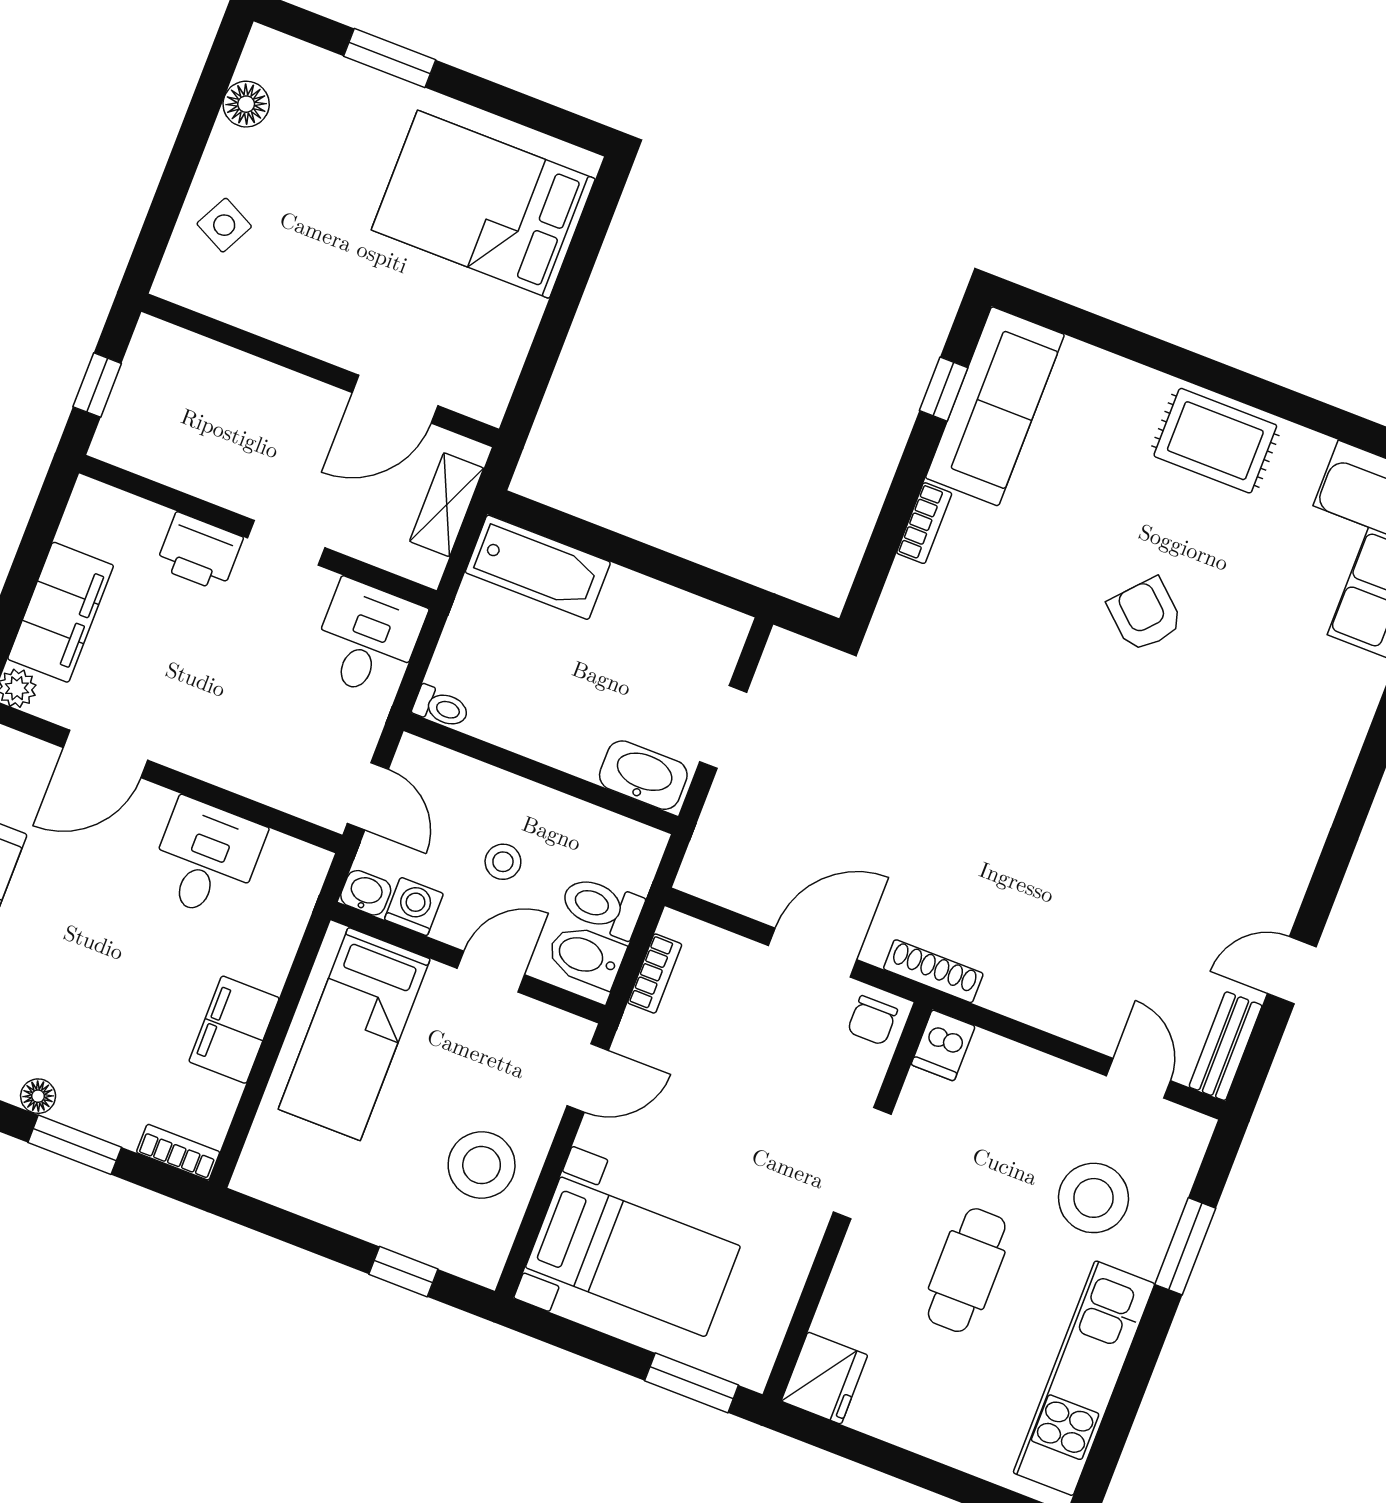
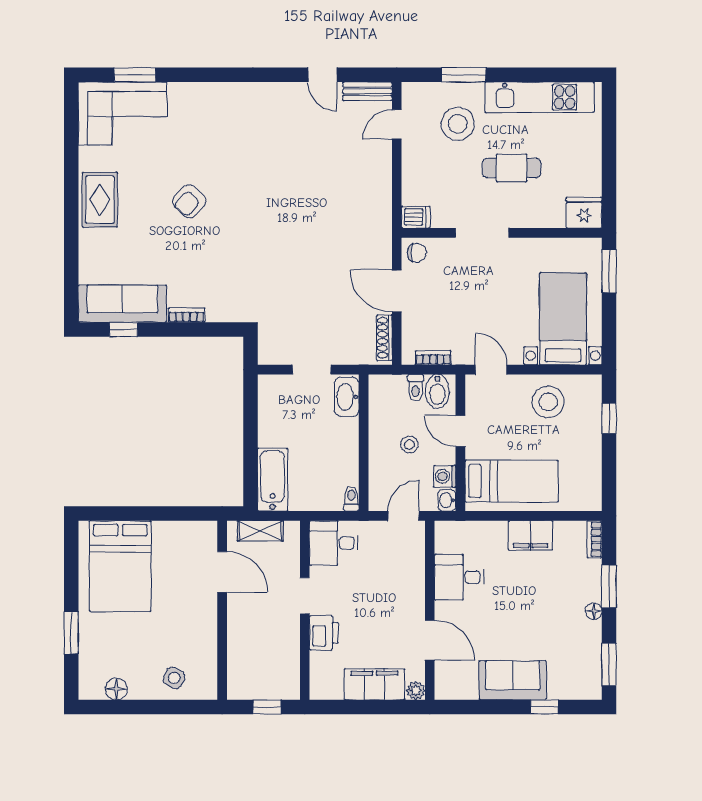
toilet: (602, 907) -> (416, 388), width x0.73, depth x0.72
shoe rack: (933, 971) -> (384, 338), moved

